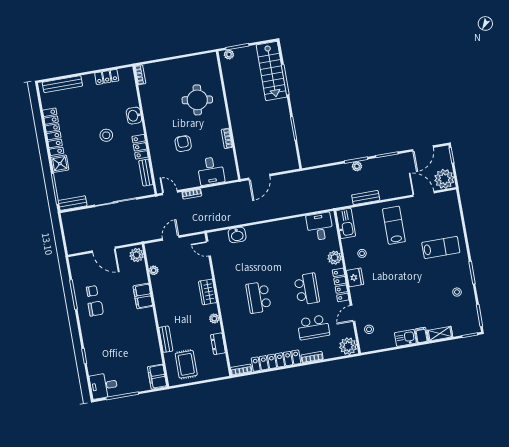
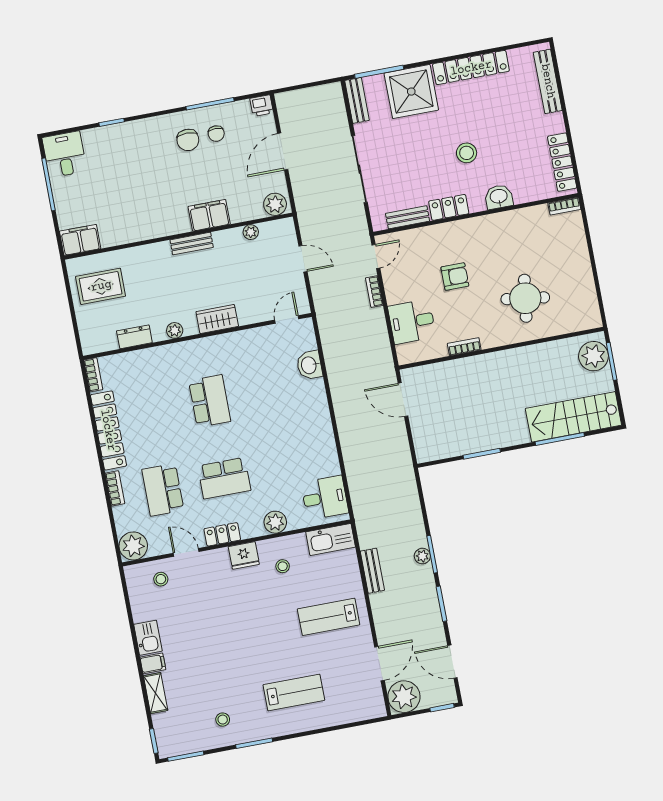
plant: (229, 54) -> (594, 356), width x1.88, depth x1.88
locker: (107, 77) -> (562, 162), width x1.53
shower: (60, 164) -> (411, 92), width x1.86, depth x1.86
lab bench: (394, 225) -> (329, 617), turned 180
lab bench: (441, 247) -> (294, 693), turned -90
printer: (75, 263) -> (262, 106), added
locker: (341, 285) -> (222, 534), width x0.66
school desk: (259, 297) -> (210, 401), turned 90
bench: (166, 339) -> (192, 244), moved

